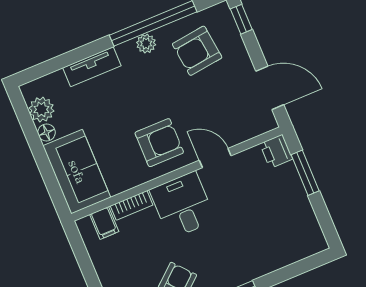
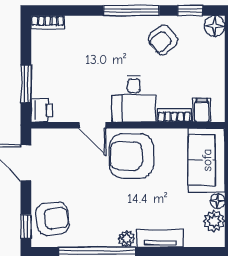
plant: (146, 44) -> (127, 239), moved
armchair: (197, 51) -> (52, 219), moved
armchair: (159, 143) -> (132, 156), width x1.36, depth x1.36
bookcase: (309, 249) -> (48, 22), added

